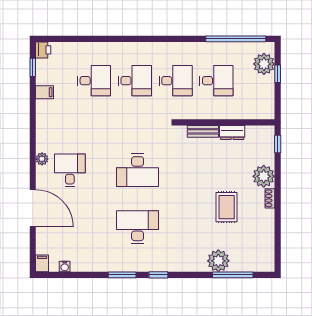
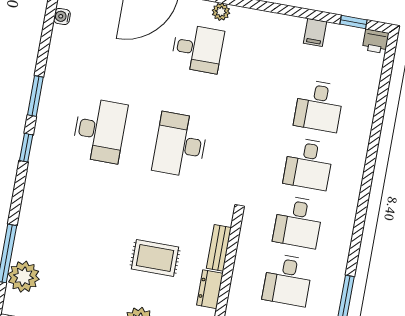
rug: (227, 207) -> (155, 258), moved
plant: (218, 261) -> (24, 277), moved

